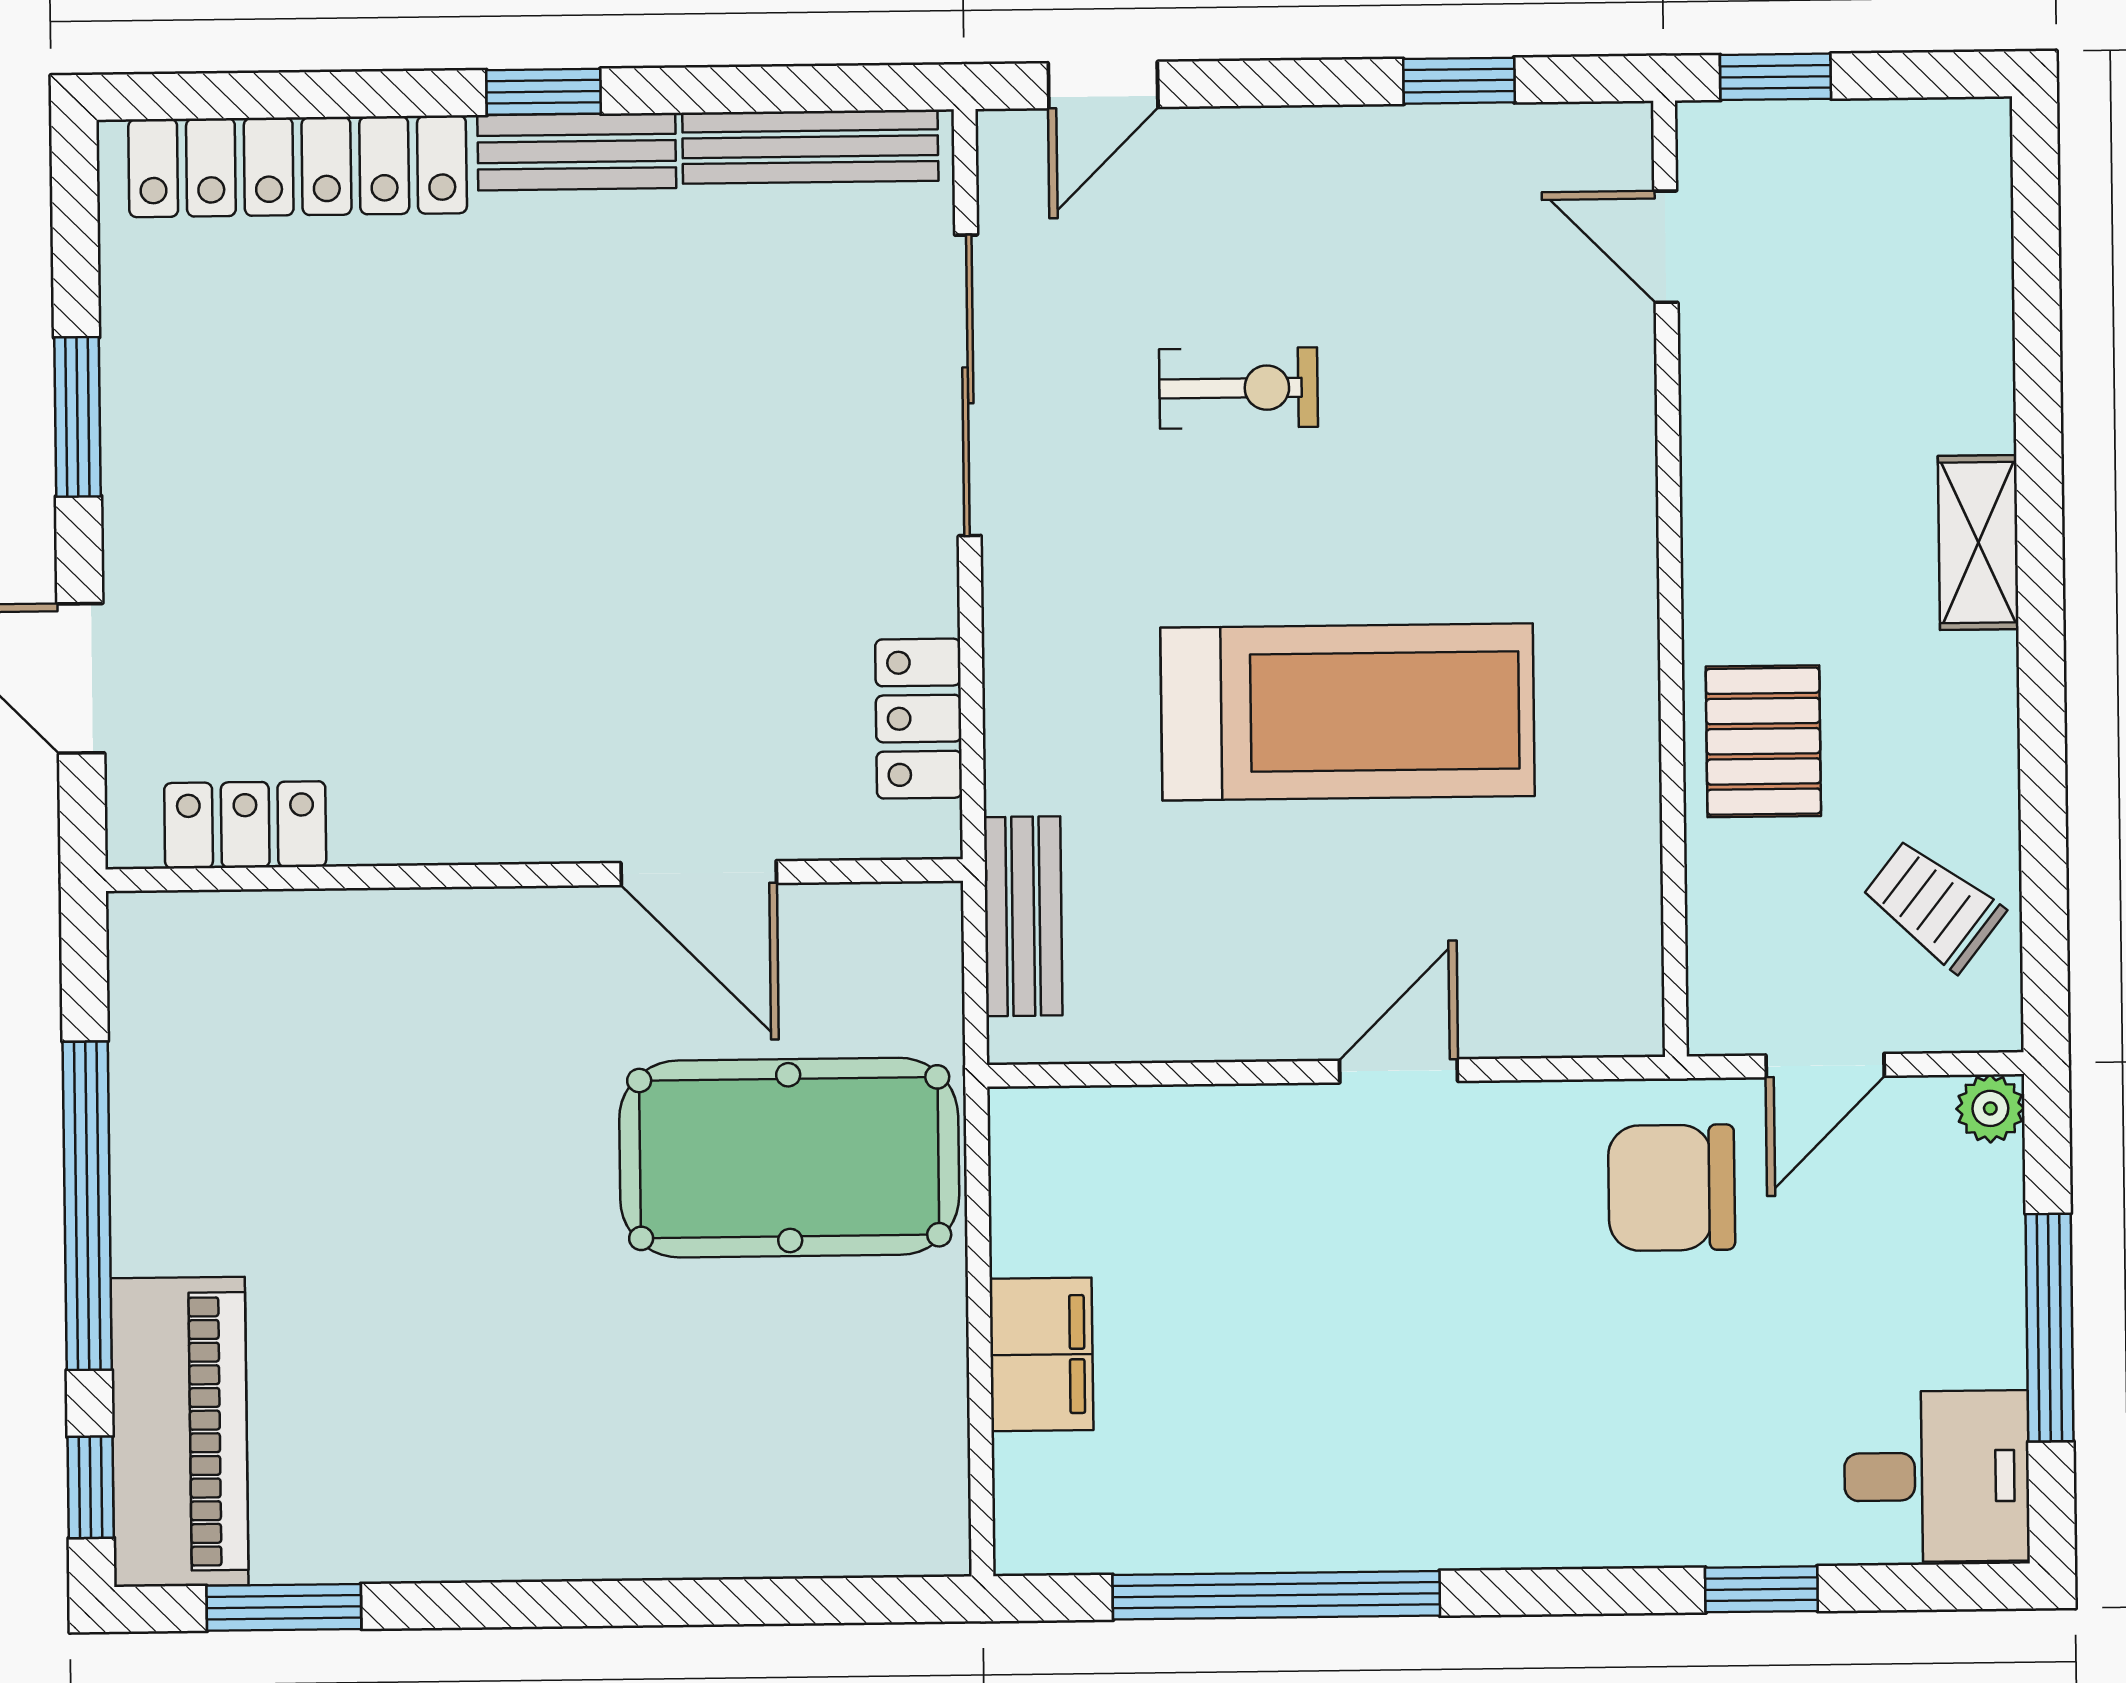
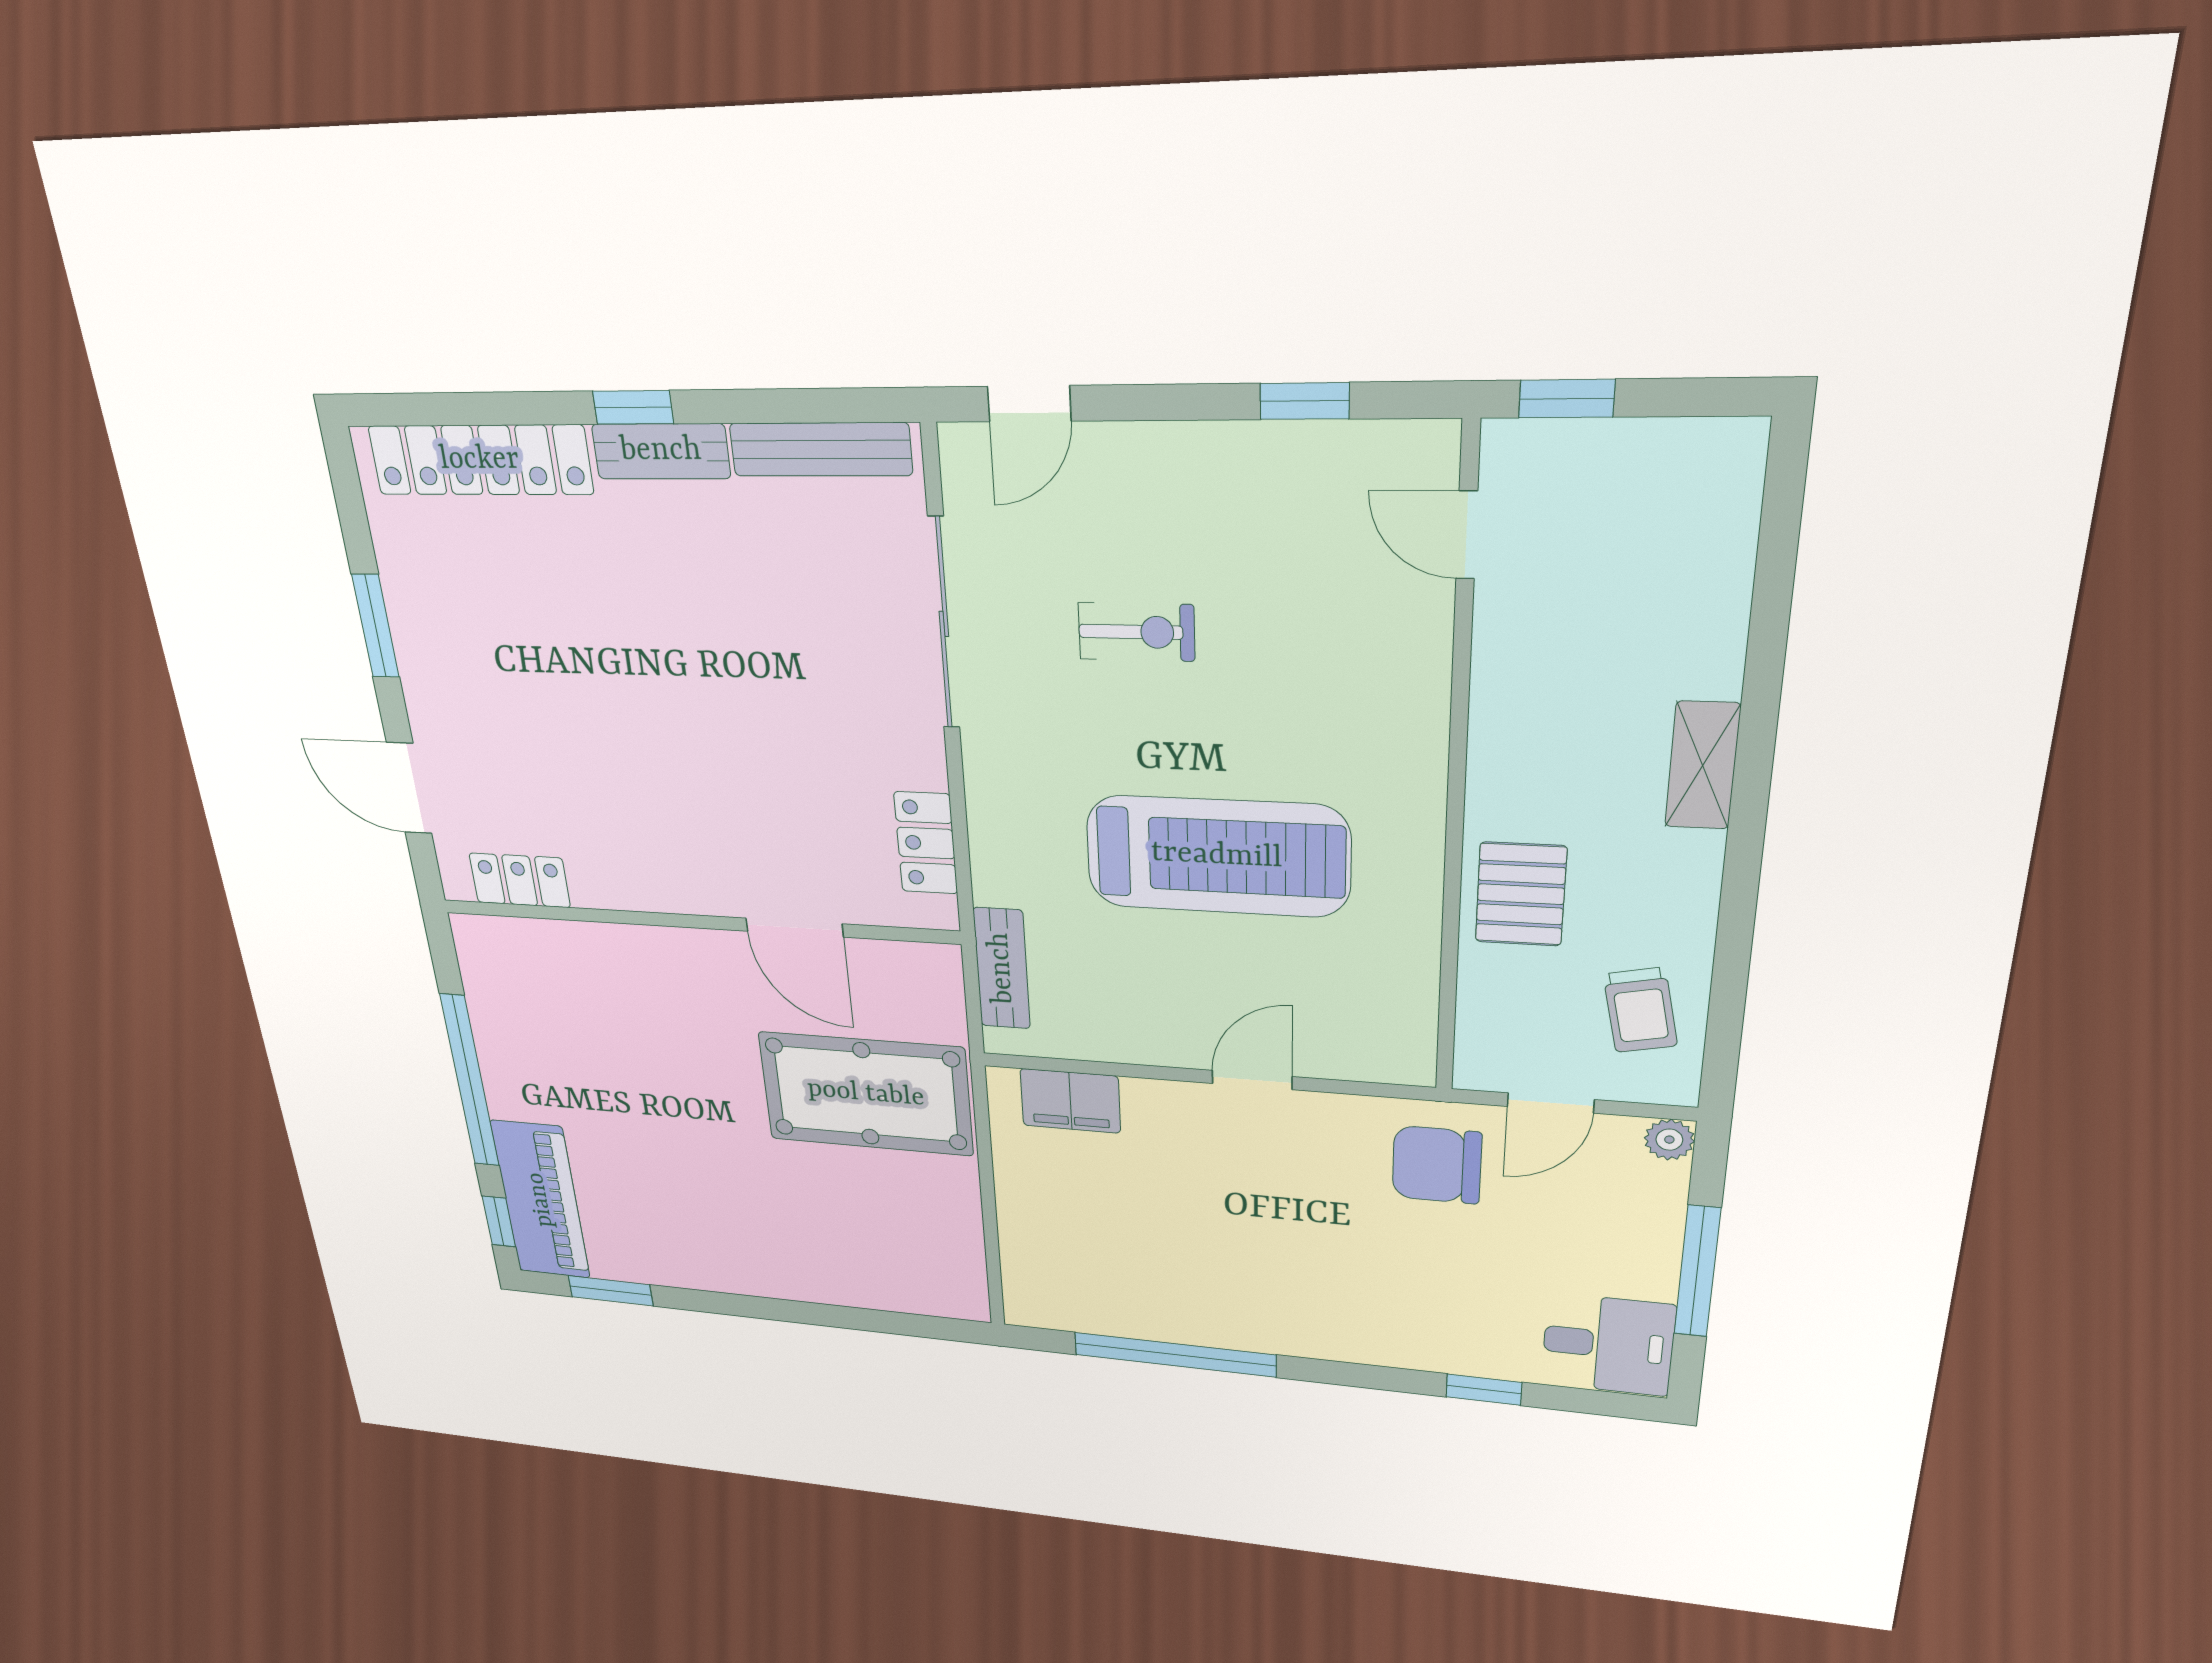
trolley: (1933, 905) -> (1640, 1010), turned -140
filing cabinet: (1041, 1354) -> (1070, 1101), moved, turned 90

